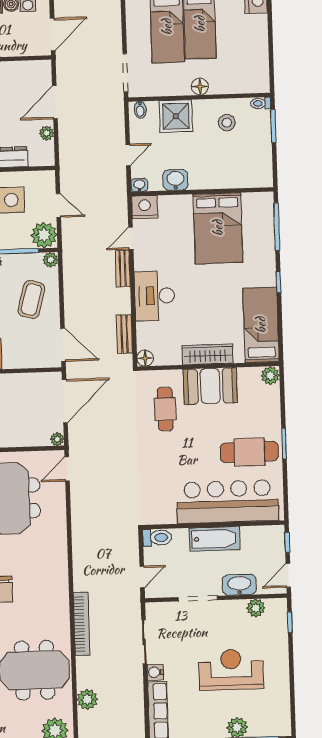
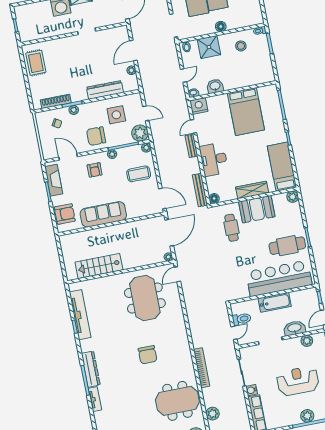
coffee table: (31, 300) -> (139, 174), turned 75
bench: (124, 334) -> (200, 190), width x1.36
toilet: (157, 538) -> (242, 319), moved

